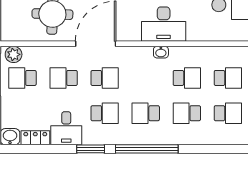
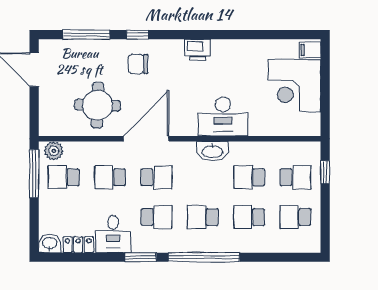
washbasin: (161, 52) -> (212, 151), width x1.91, depth x1.45
school desk: (187, 78) -> (249, 177), turned 180
school desk: (228, 113) -> (295, 217), turned 180

